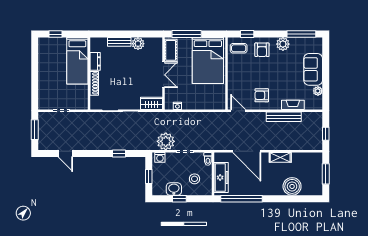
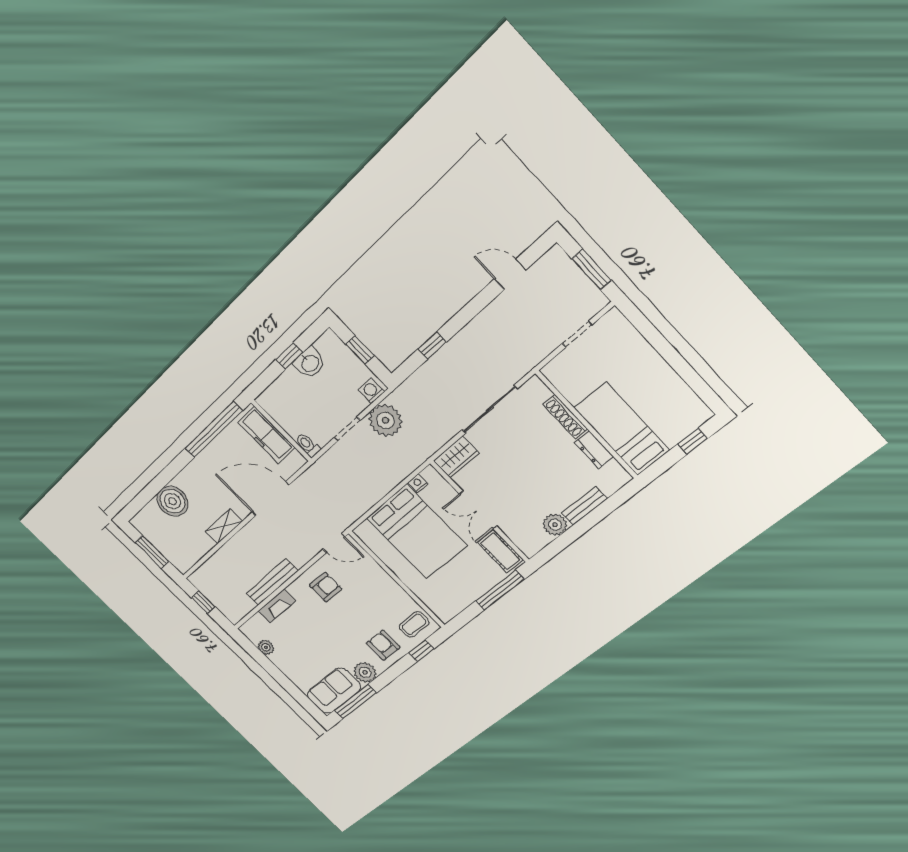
bed: (208, 60) -> (417, 532), moved, turned 180
sofa: (313, 69) -> (334, 691), moved, turned -90
stool: (194, 179) -> (298, 402), removed

